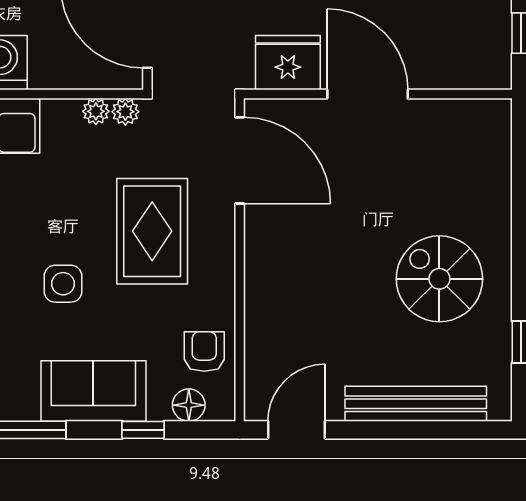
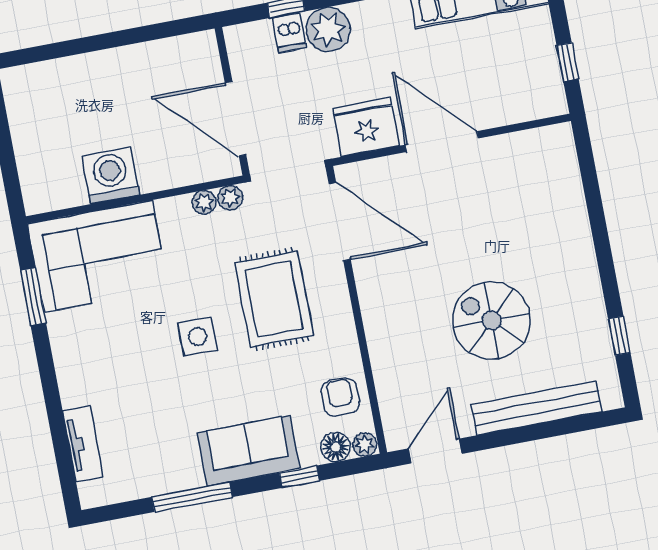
spiral stairs: (439, 279) -> (492, 321), moved
side table: (63, 284) -> (198, 336), moved
plant: (221, 408) -> (365, 444), added

